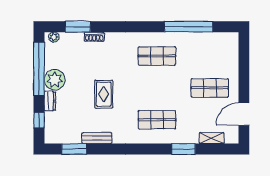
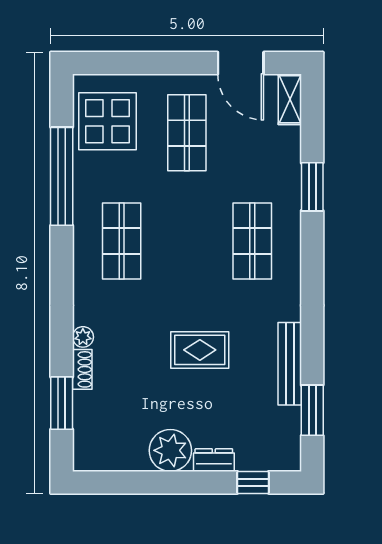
plant: (54, 37) -> (83, 337), moved
display table: (215, 49) -> (107, 121), added
window: (39, 69) -> (148, 482), removed
bench: (97, 138) -> (290, 364), width x1.36
shelving: (212, 138) -> (290, 99), moved

